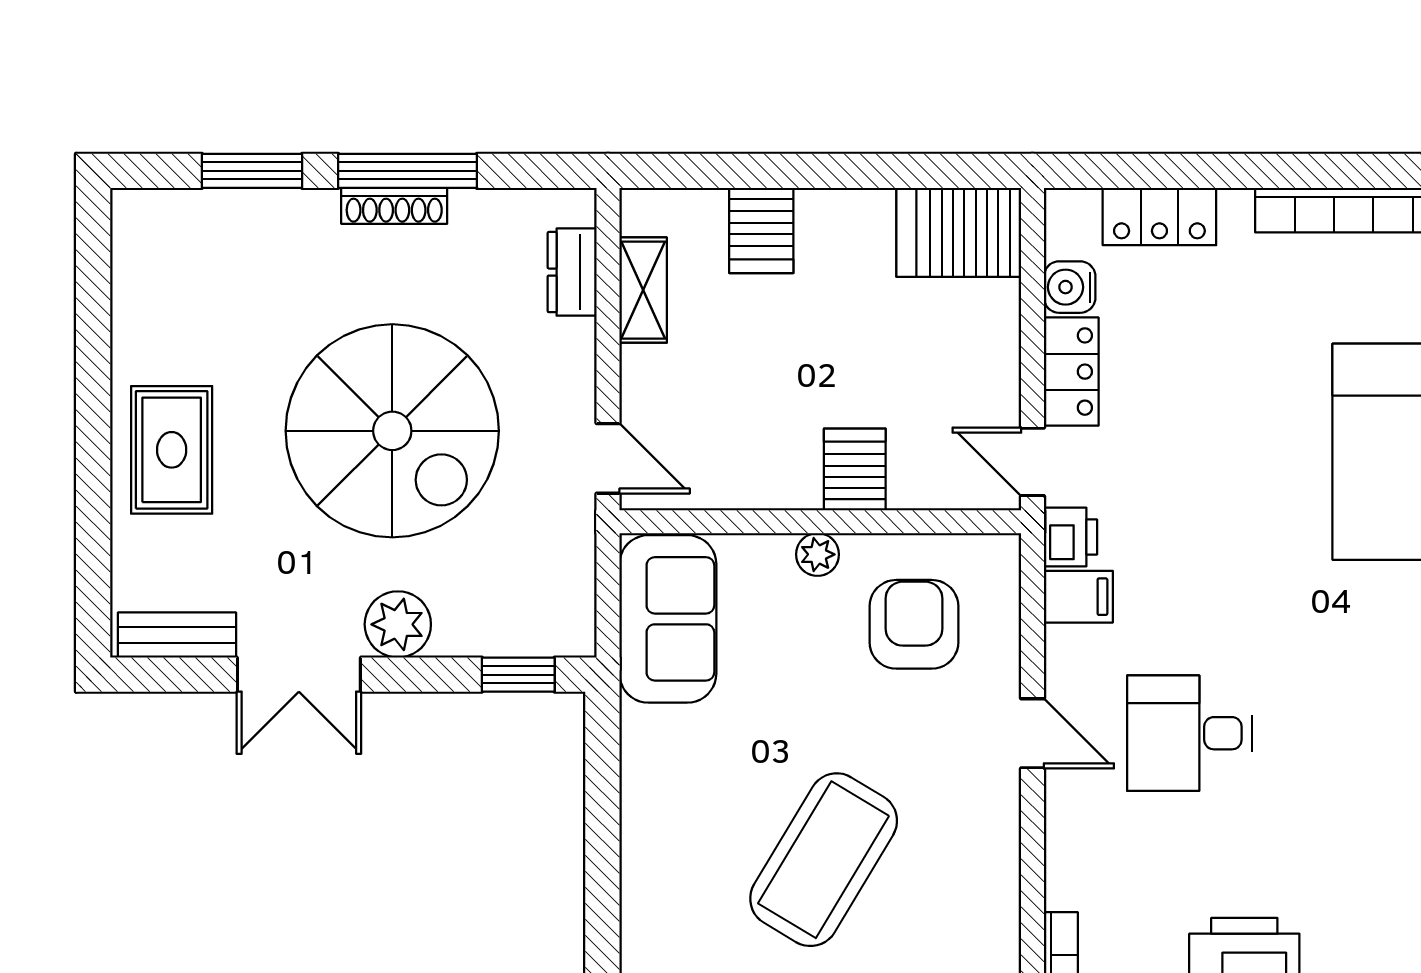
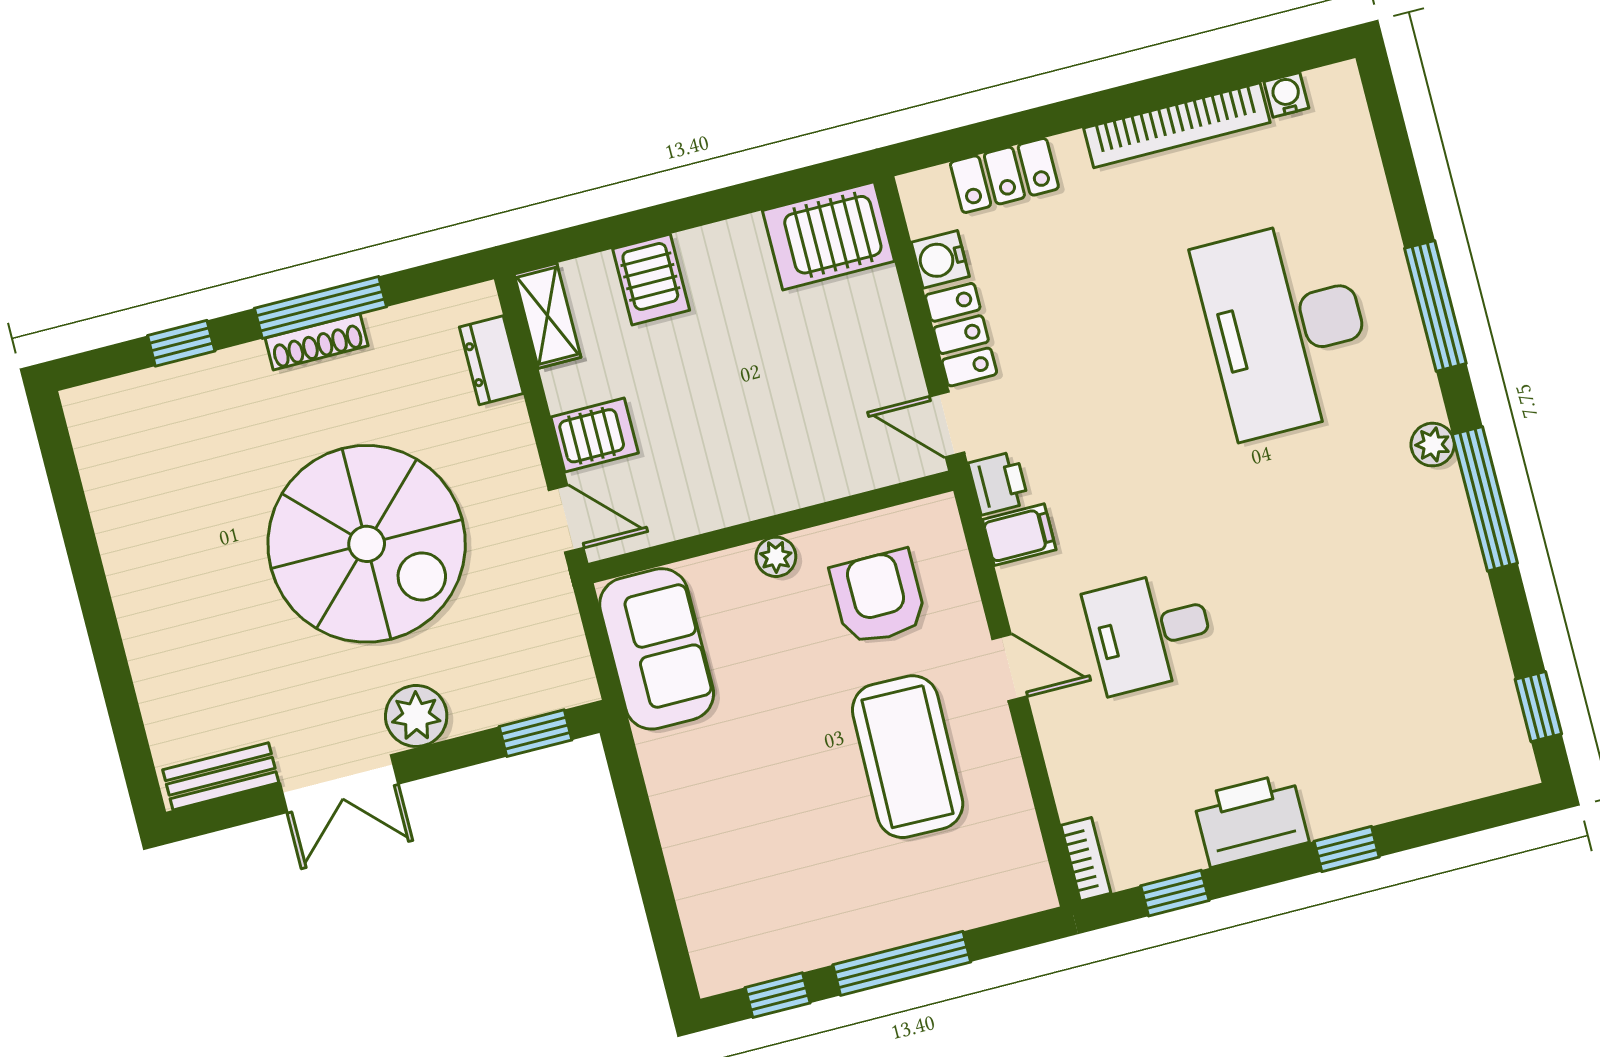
window: (252, 171) -> (181, 343), width x0.67
shelving: (643, 290) -> (547, 316), moved
rug: (172, 450) -> (173, 612), removed
server rack: (855, 469) -> (595, 435), moved, turned 90
coffee table: (824, 860) -> (908, 757), moved, turned -30

